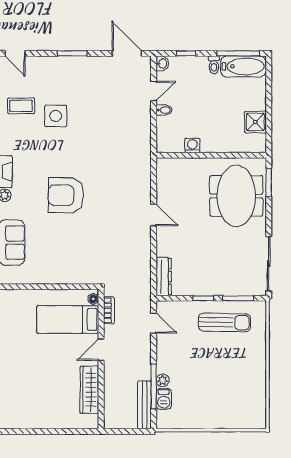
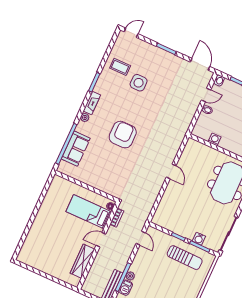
door: (15, 53) -> (131, 33), swing flipped
armchair: (66, 195) -> (123, 135), turned 90
dresser: (164, 277) -> (160, 212), removed
water cooler: (232, 288) -> (199, 239), added

